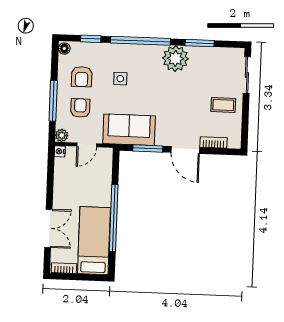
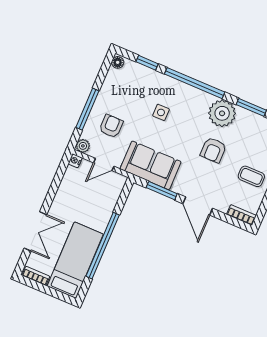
armchair: (82, 77) -> (213, 150), moved
bookcase: (214, 142) -> (241, 215), moved

